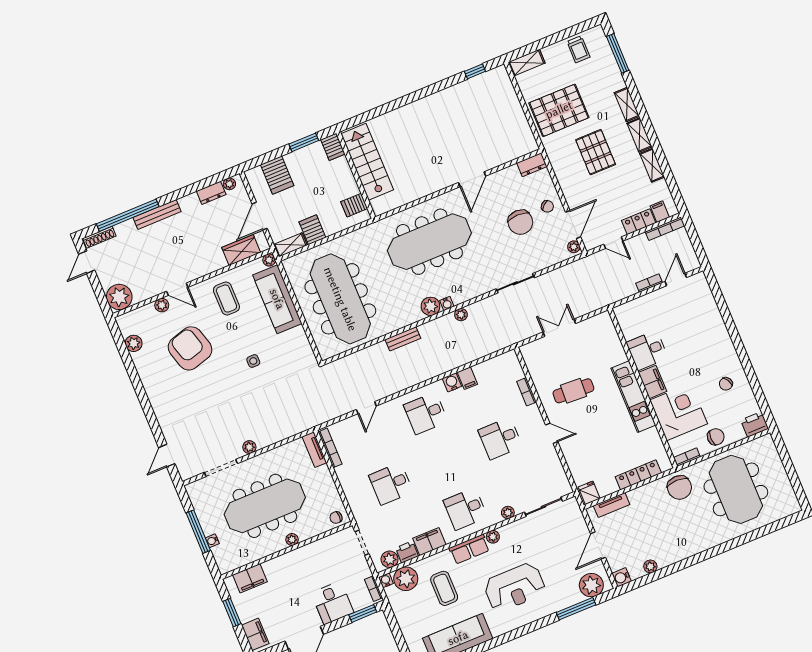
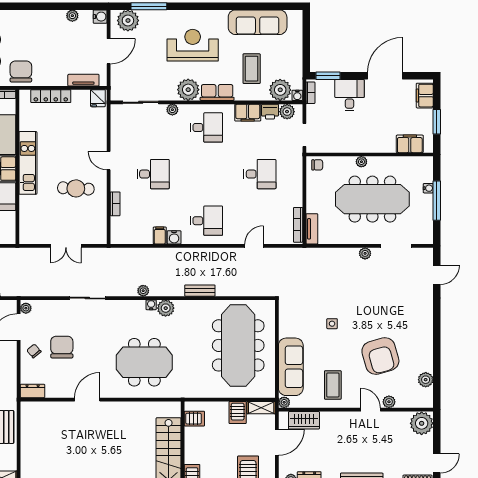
meeting table: (429, 242) -> (144, 362), width x0.73
plant: (493, 537) -> (188, 90), width x1.87, depth x1.87

